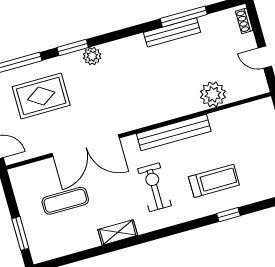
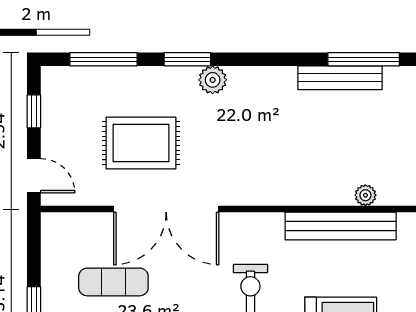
plant: (213, 94) -> (365, 195), width x0.53, depth x0.53
rug: (41, 96) -> (141, 143), moved
bench: (174, 133) -> (341, 226), moved

